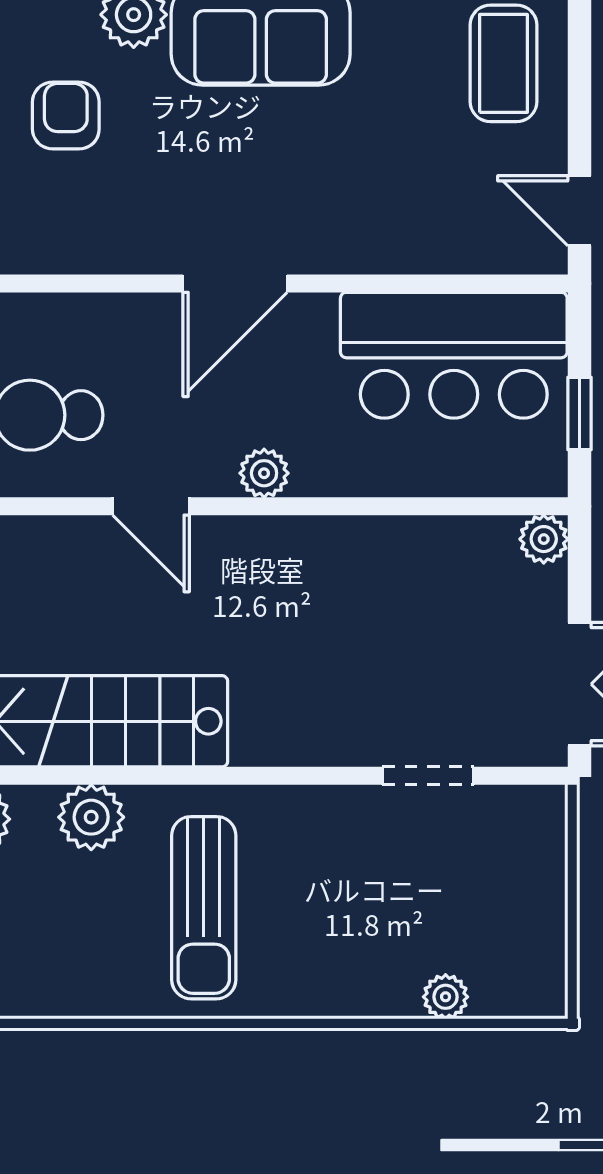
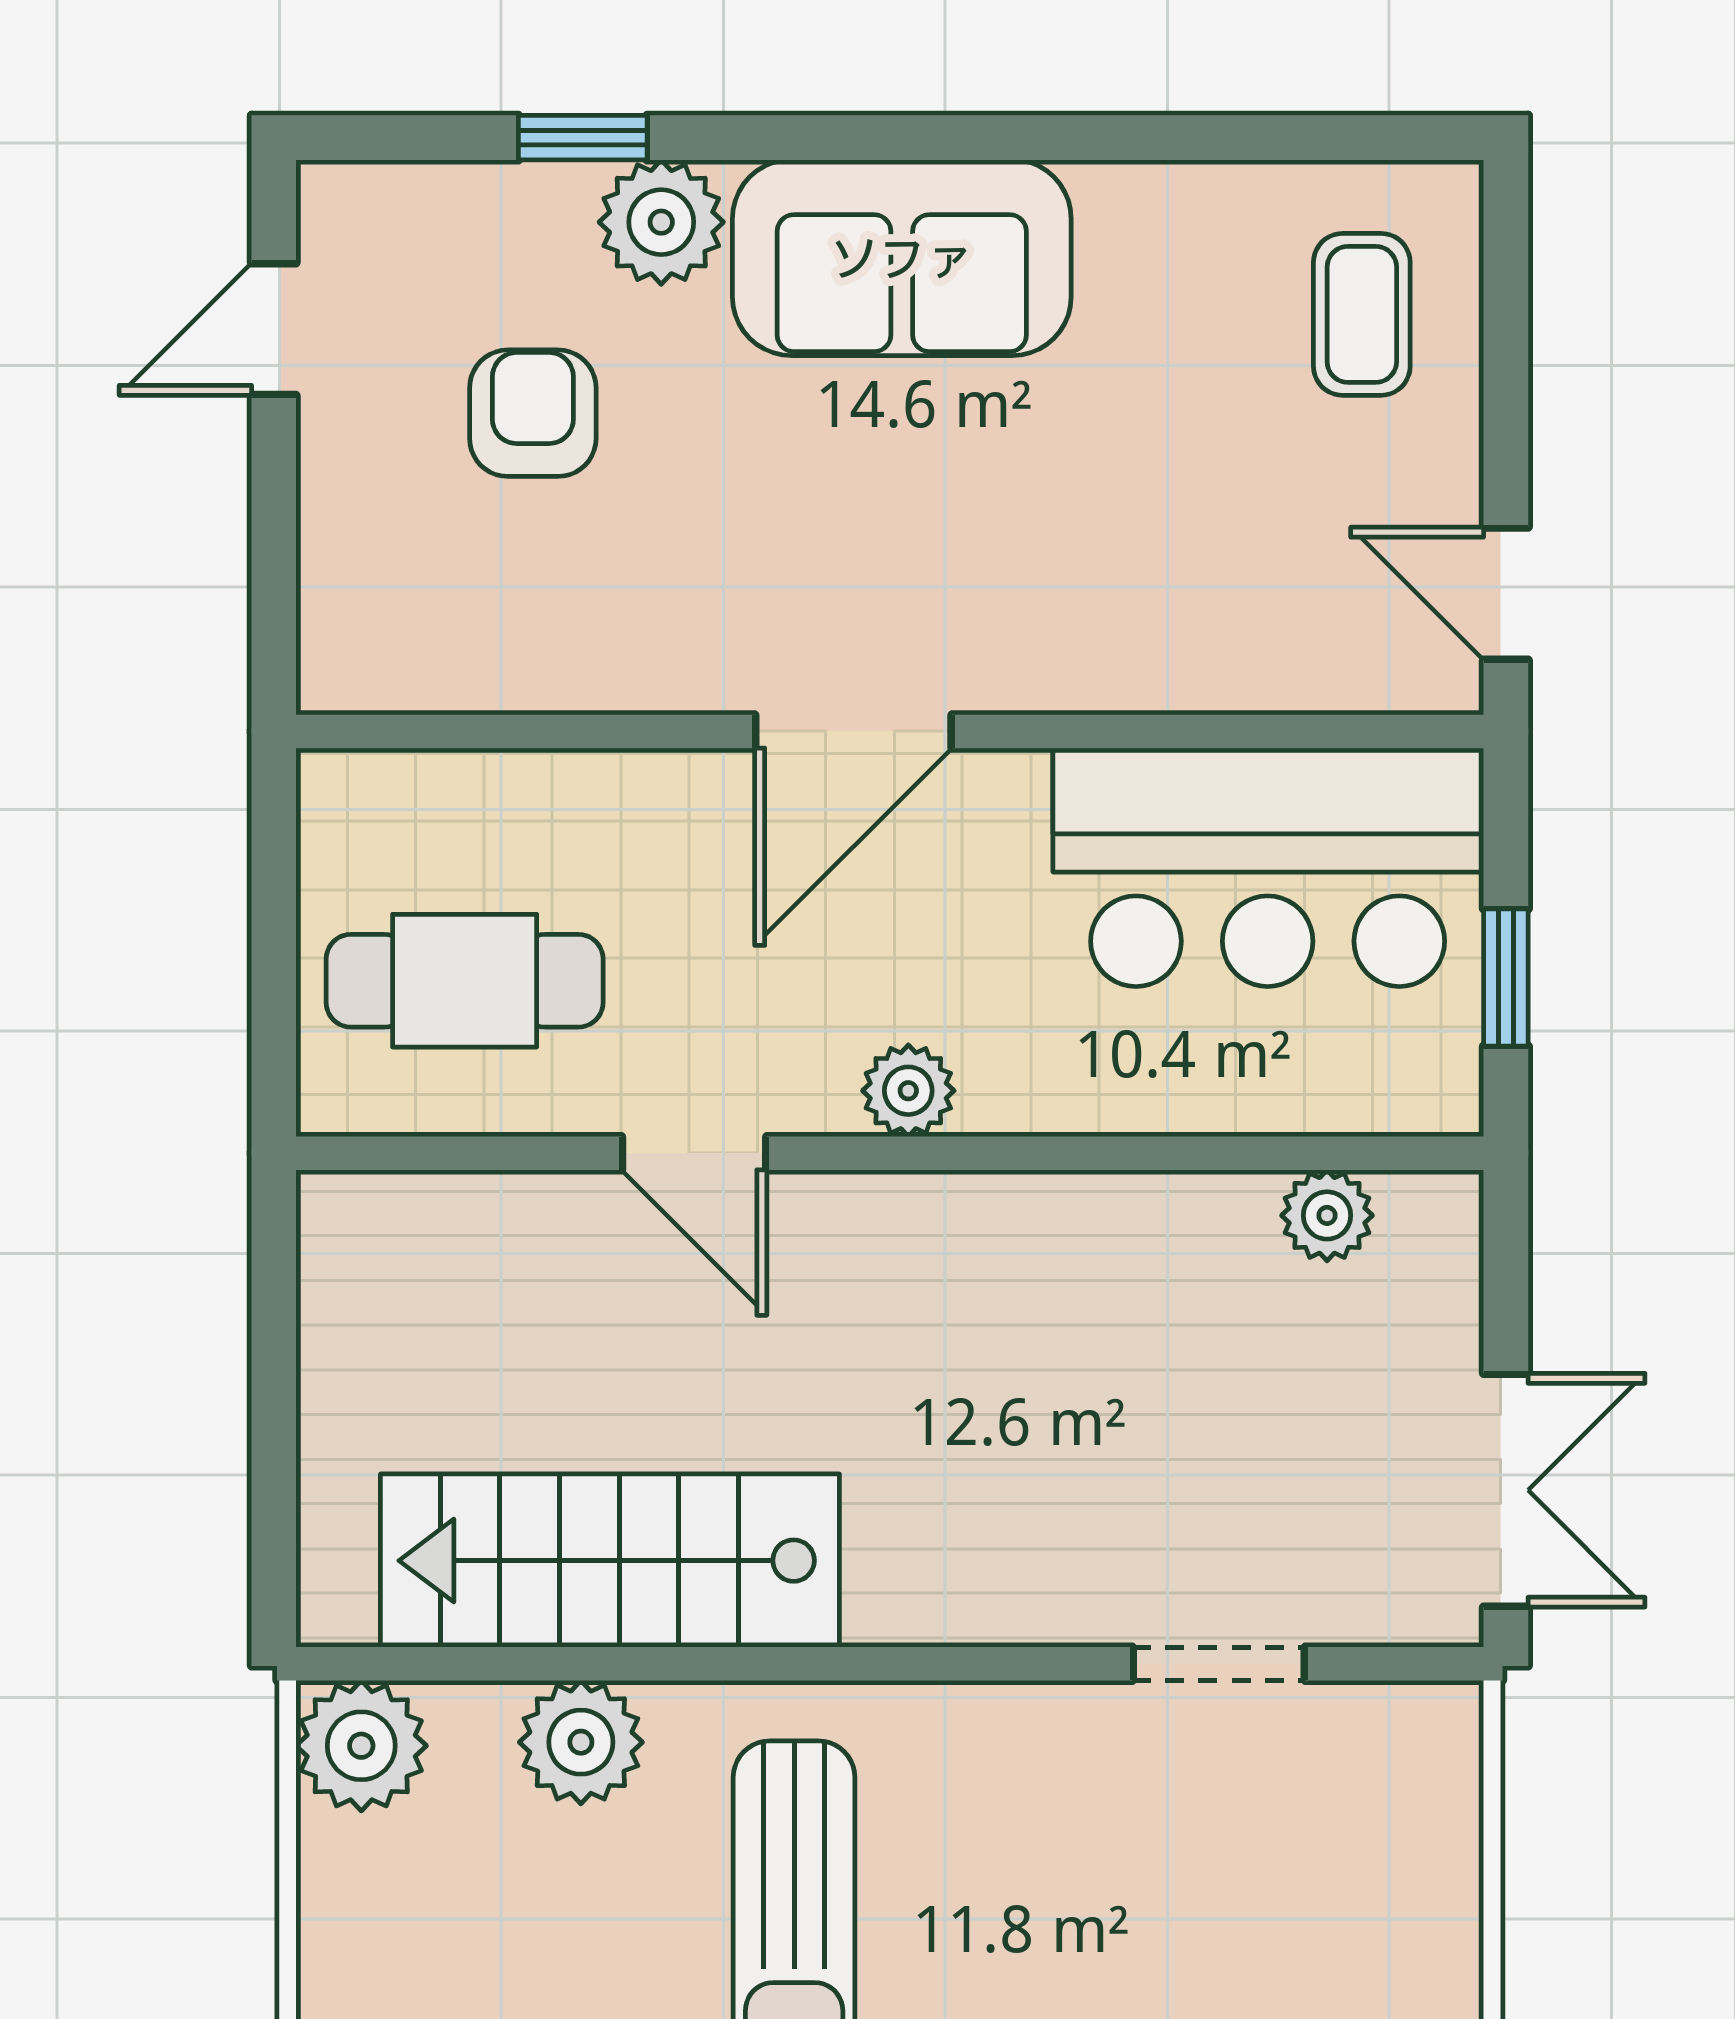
coffee table: (503, 63) -> (1362, 314), width x0.73, depth x0.77
plant: (544, 539) -> (1327, 1215), moved

